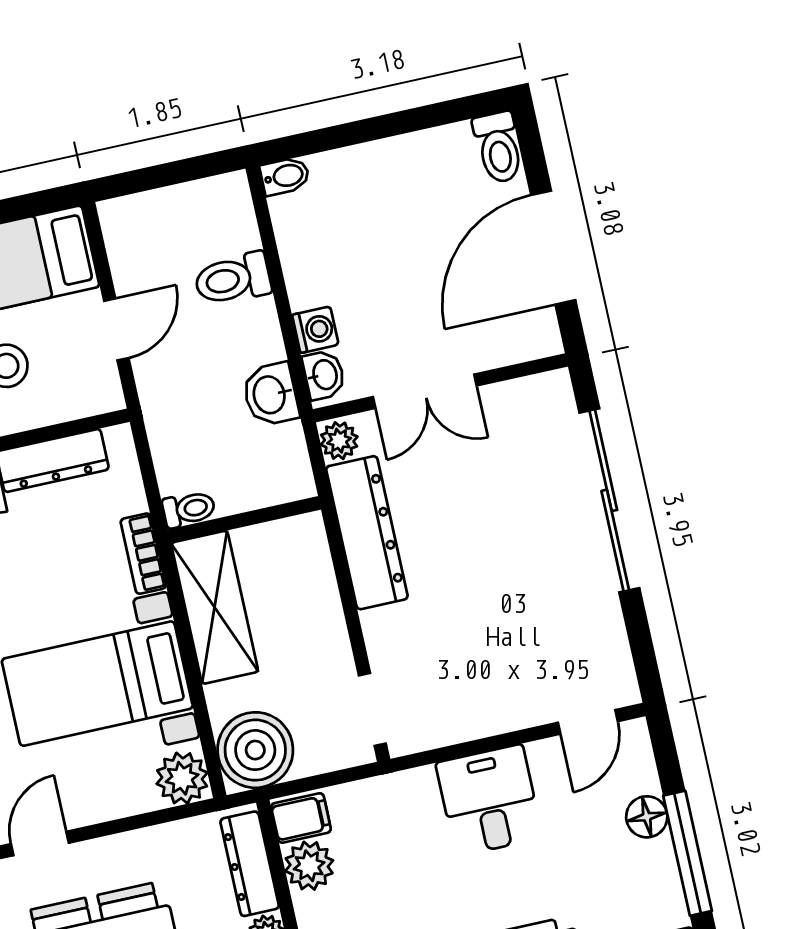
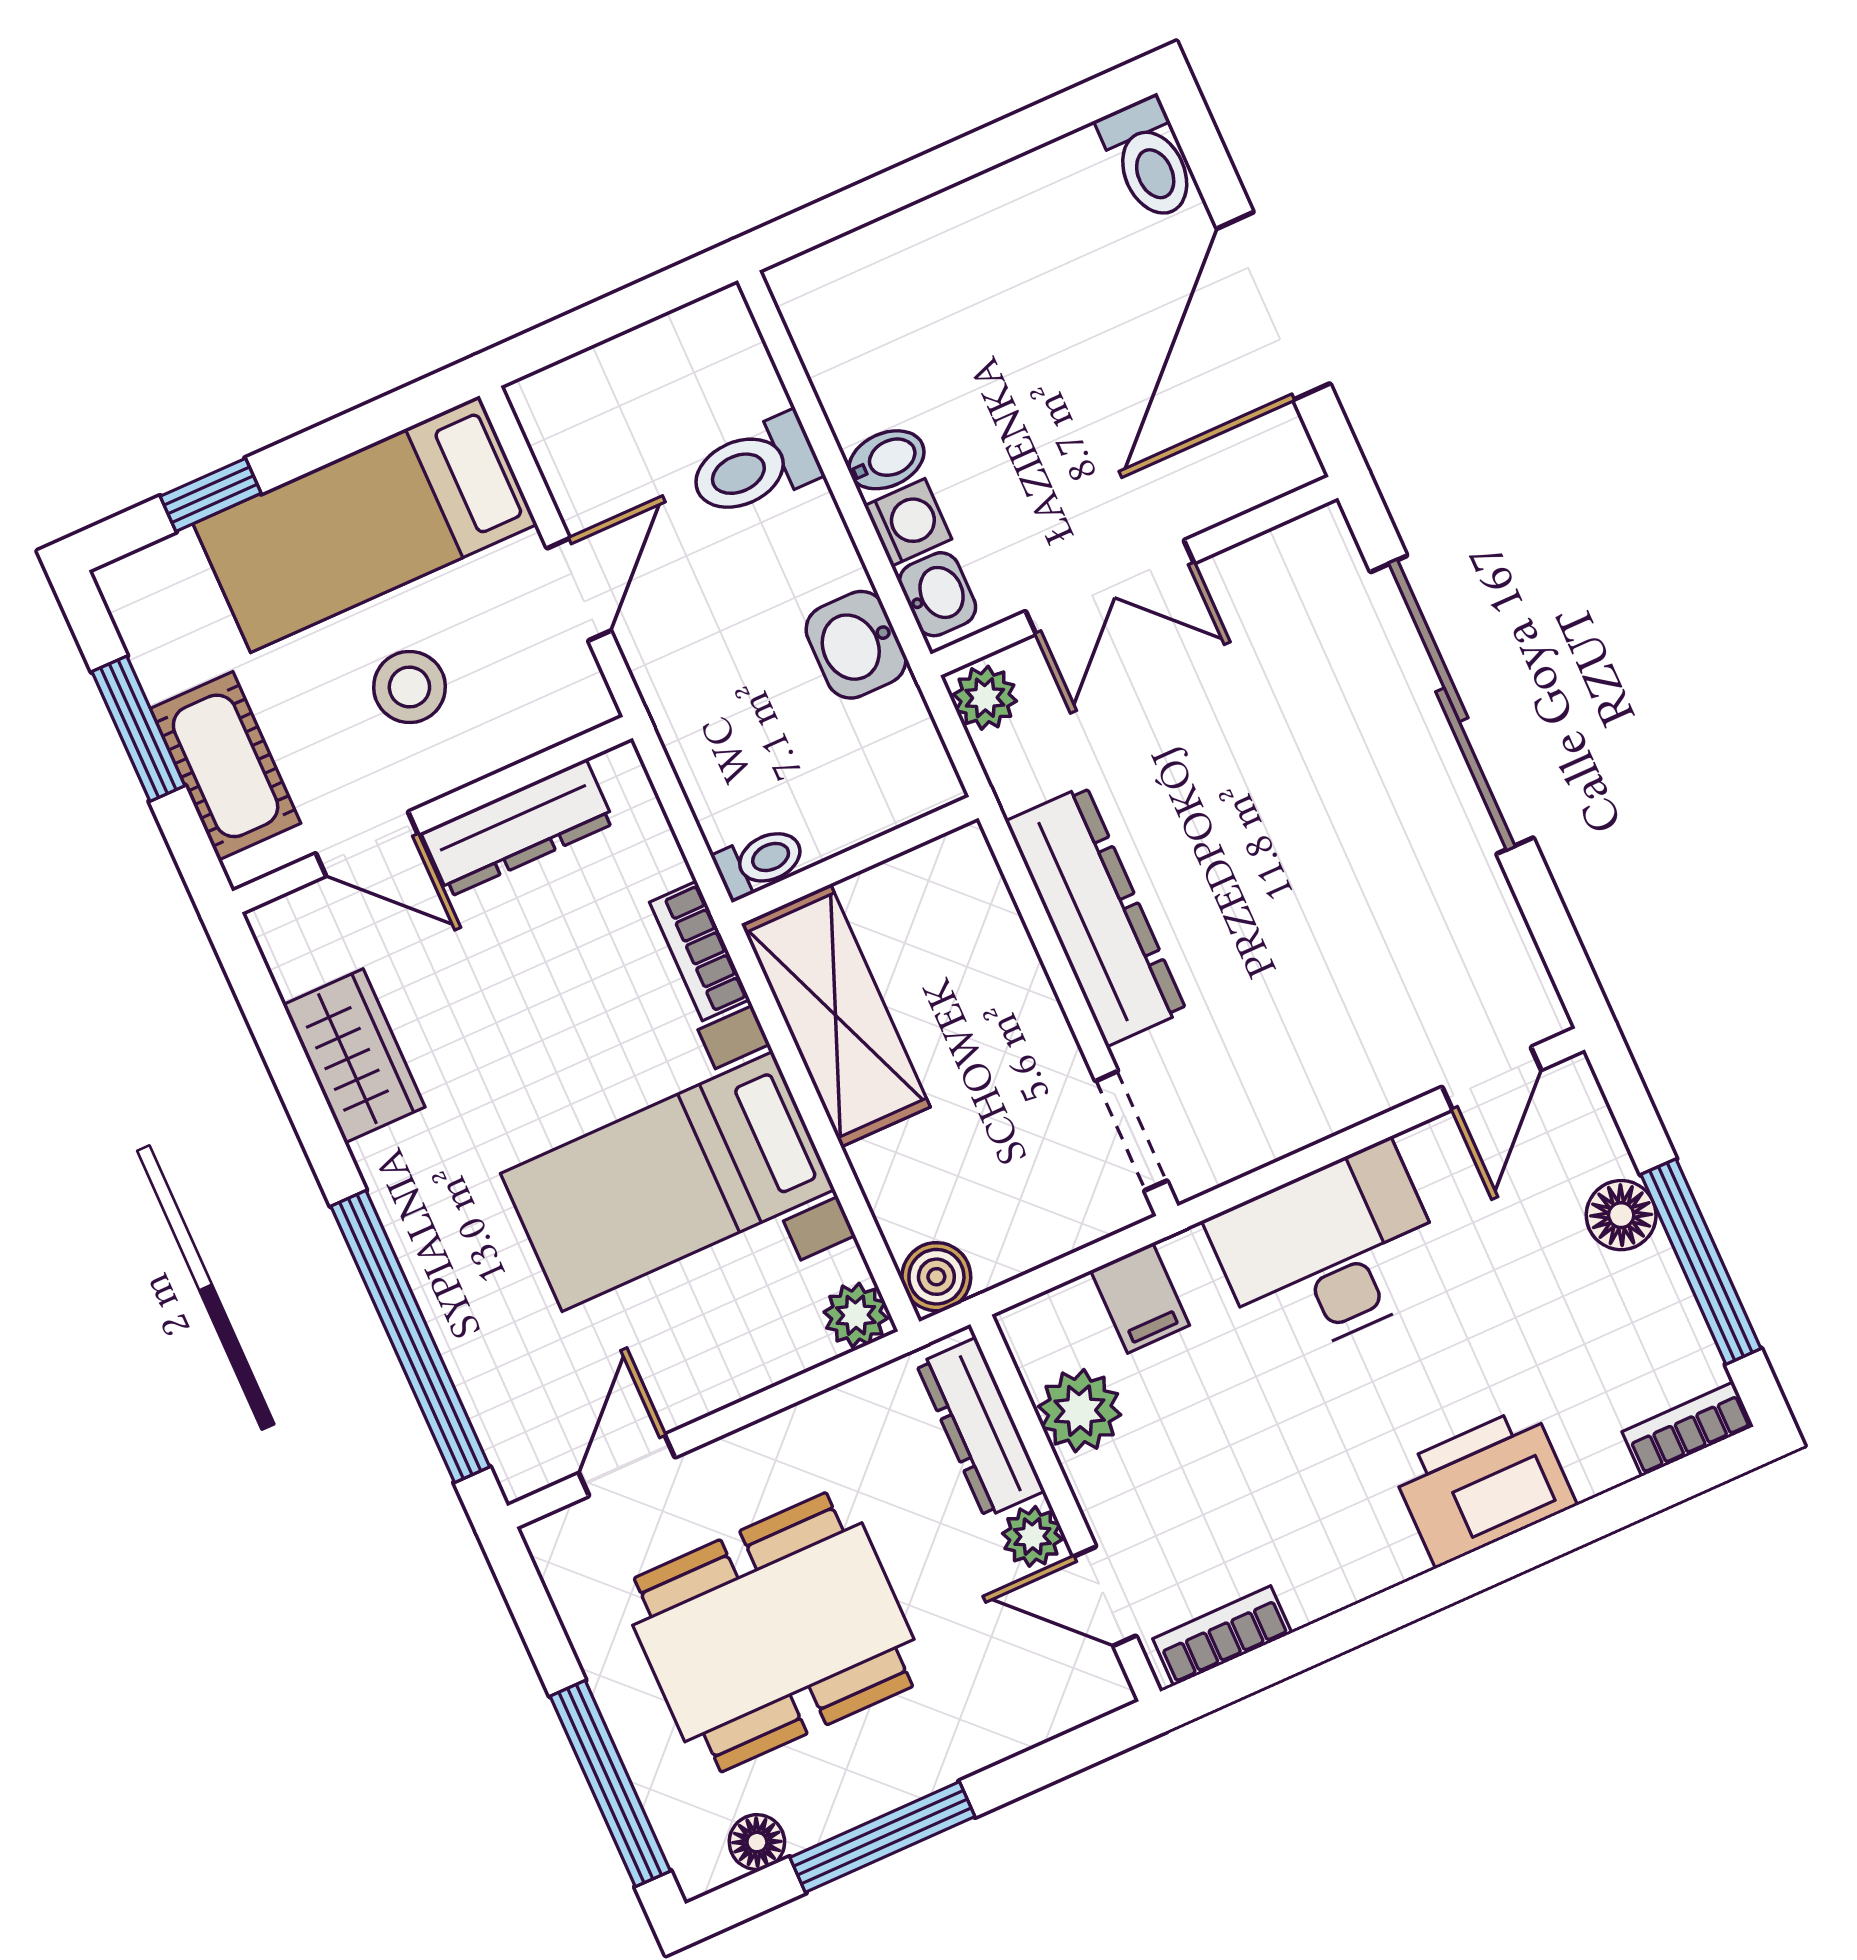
bidet: (285, 176) -> (886, 460), moved
dresser: (367, 533) -> (1096, 916), moved
boiler: (255, 750) -> (936, 1277), width x0.54, depth x0.54
plant: (182, 778) -> (856, 1315), width x0.73, depth x0.73
desk: (489, 800) -> (1329, 1253), width x1.37
filing cabinet: (301, 818) -> (1140, 1298), moved, turned 90

